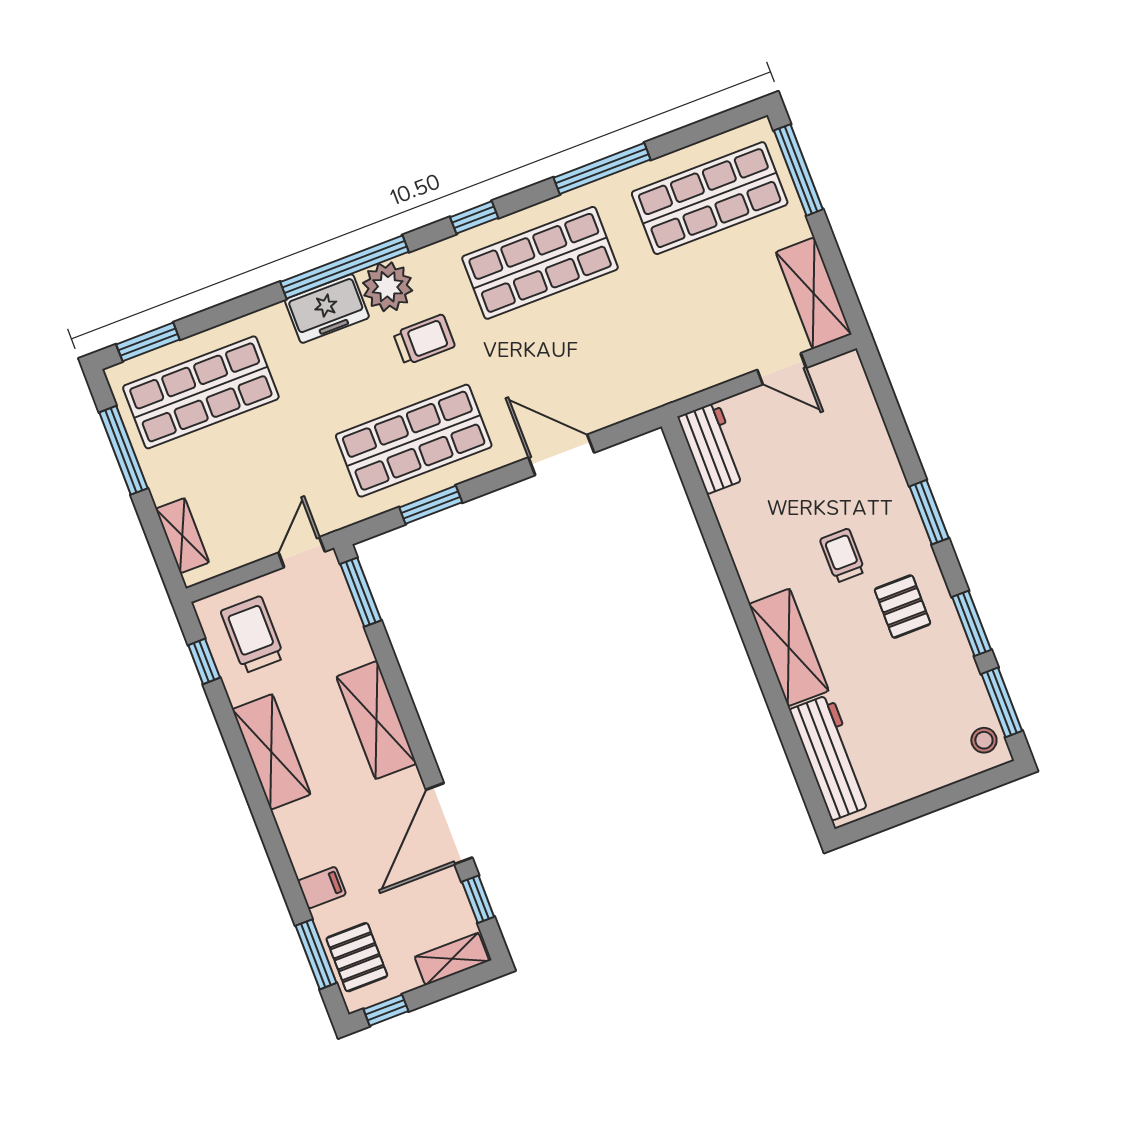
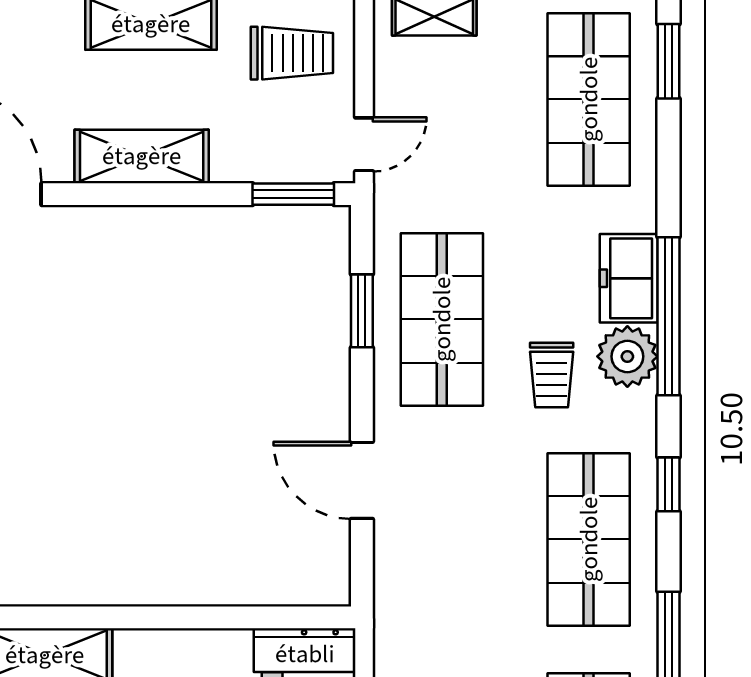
door: (561, 455) -> (362, 480), swing flipped
door: (302, 552) -> (364, 144), hinge flipped

